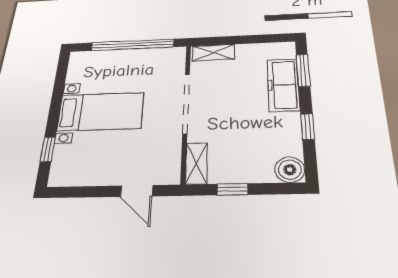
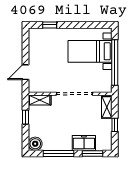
window: (247, 40) -> (115, 125), added
freezer: (283, 85) -> (84, 143), width x0.71
bed with nightstands: (101, 112) -> (90, 51), moved, turned 90
window: (308, 126) -> (59, 153), width x2.17

